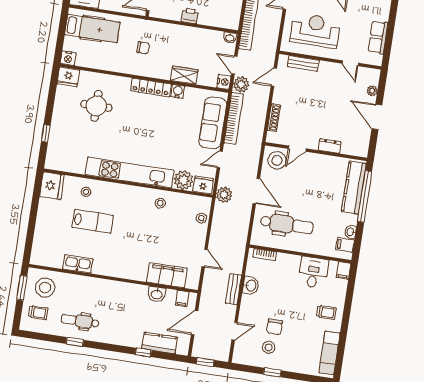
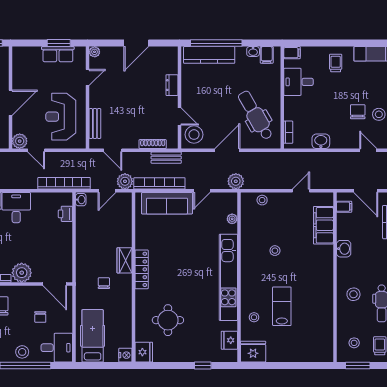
printer: (190, 16) -> (65, 214), moved
window: (389, 40) -> (59, 43), added
wardrobe: (184, 75) -> (124, 260), moved
nightstand: (224, 82) -> (125, 199), removed
water cooler: (178, 91) -> (141, 242), removed
plant: (372, 91) -> (95, 52), moved
door: (220, 159) -> (202, 191), hinge flipped
plant: (183, 180) -> (232, 219), width x0.53, depth x0.53
fridge: (203, 185) -> (229, 340), moved
stool: (160, 203) -> (275, 251), moved
dental chair: (287, 224) -> (255, 115), turned -30
kitchen sink: (78, 264) -> (326, 314), removed
stool: (45, 288) -> (354, 343), width x0.53, depth x0.53
bench: (234, 289) -> (166, 158), moved
stool: (94, 294) -> (353, 294), added
washbasin: (157, 294) -> (344, 249), moved
chair: (275, 327) -> (358, 112), turned -90

